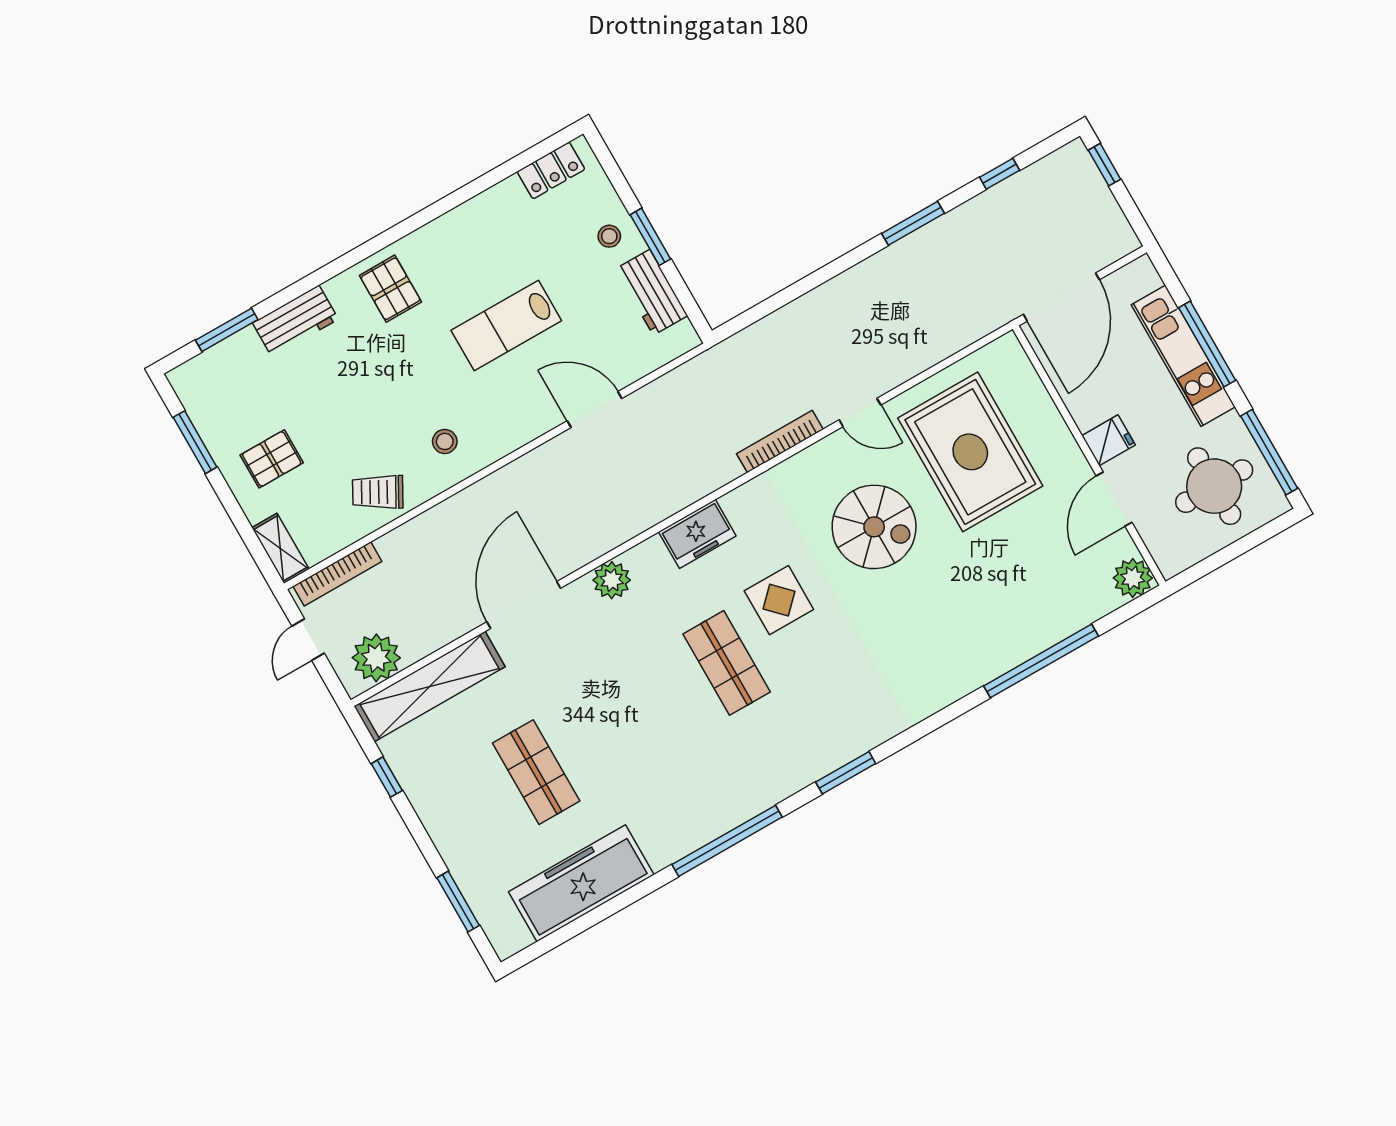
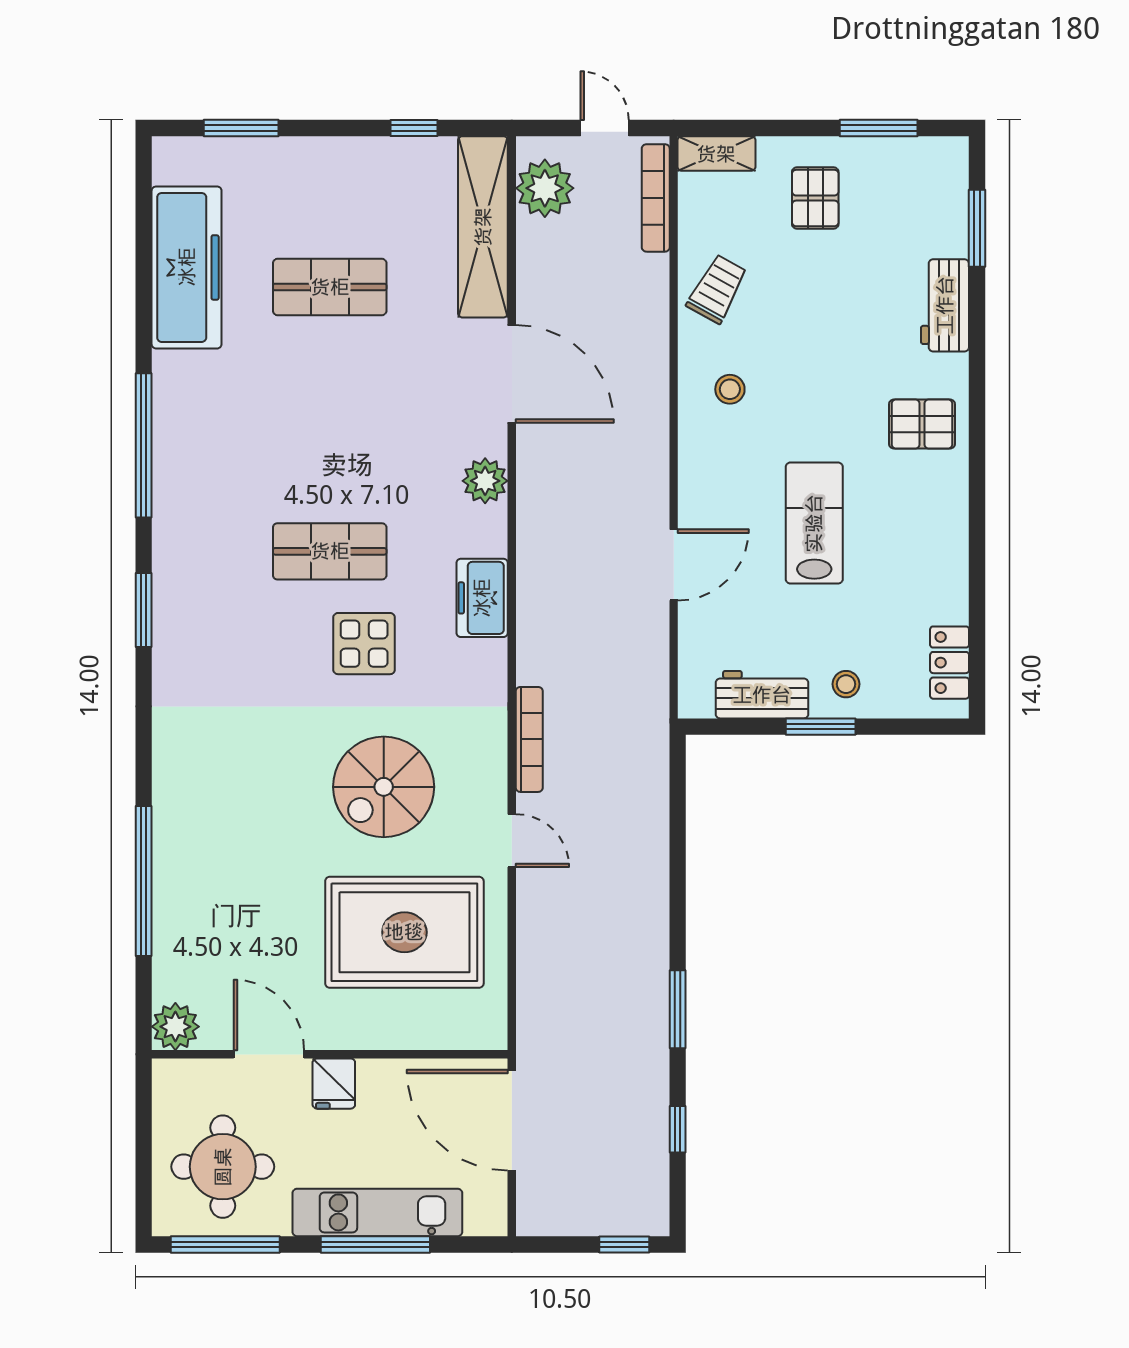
door: (860, 412) -> (512, 841), swing flipped

